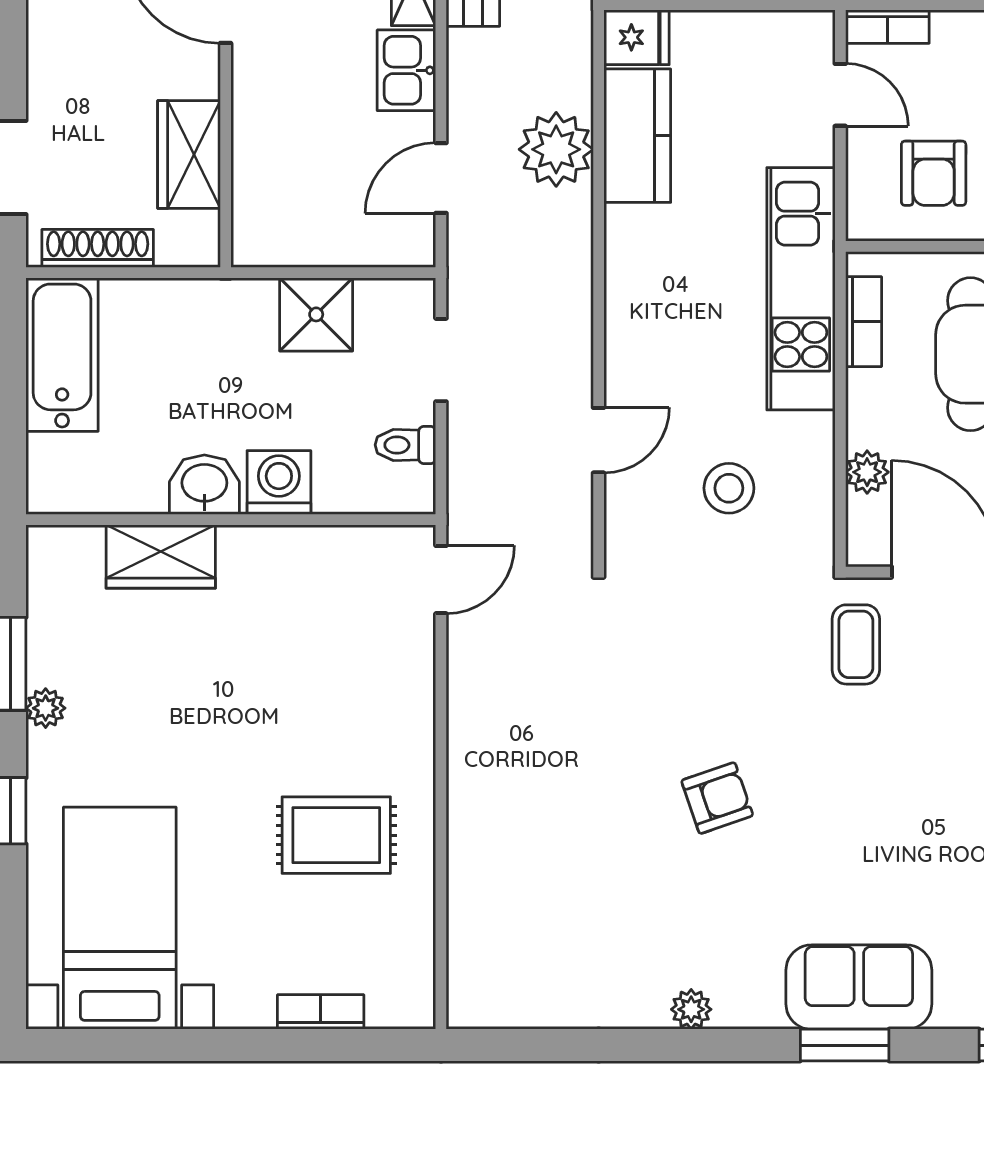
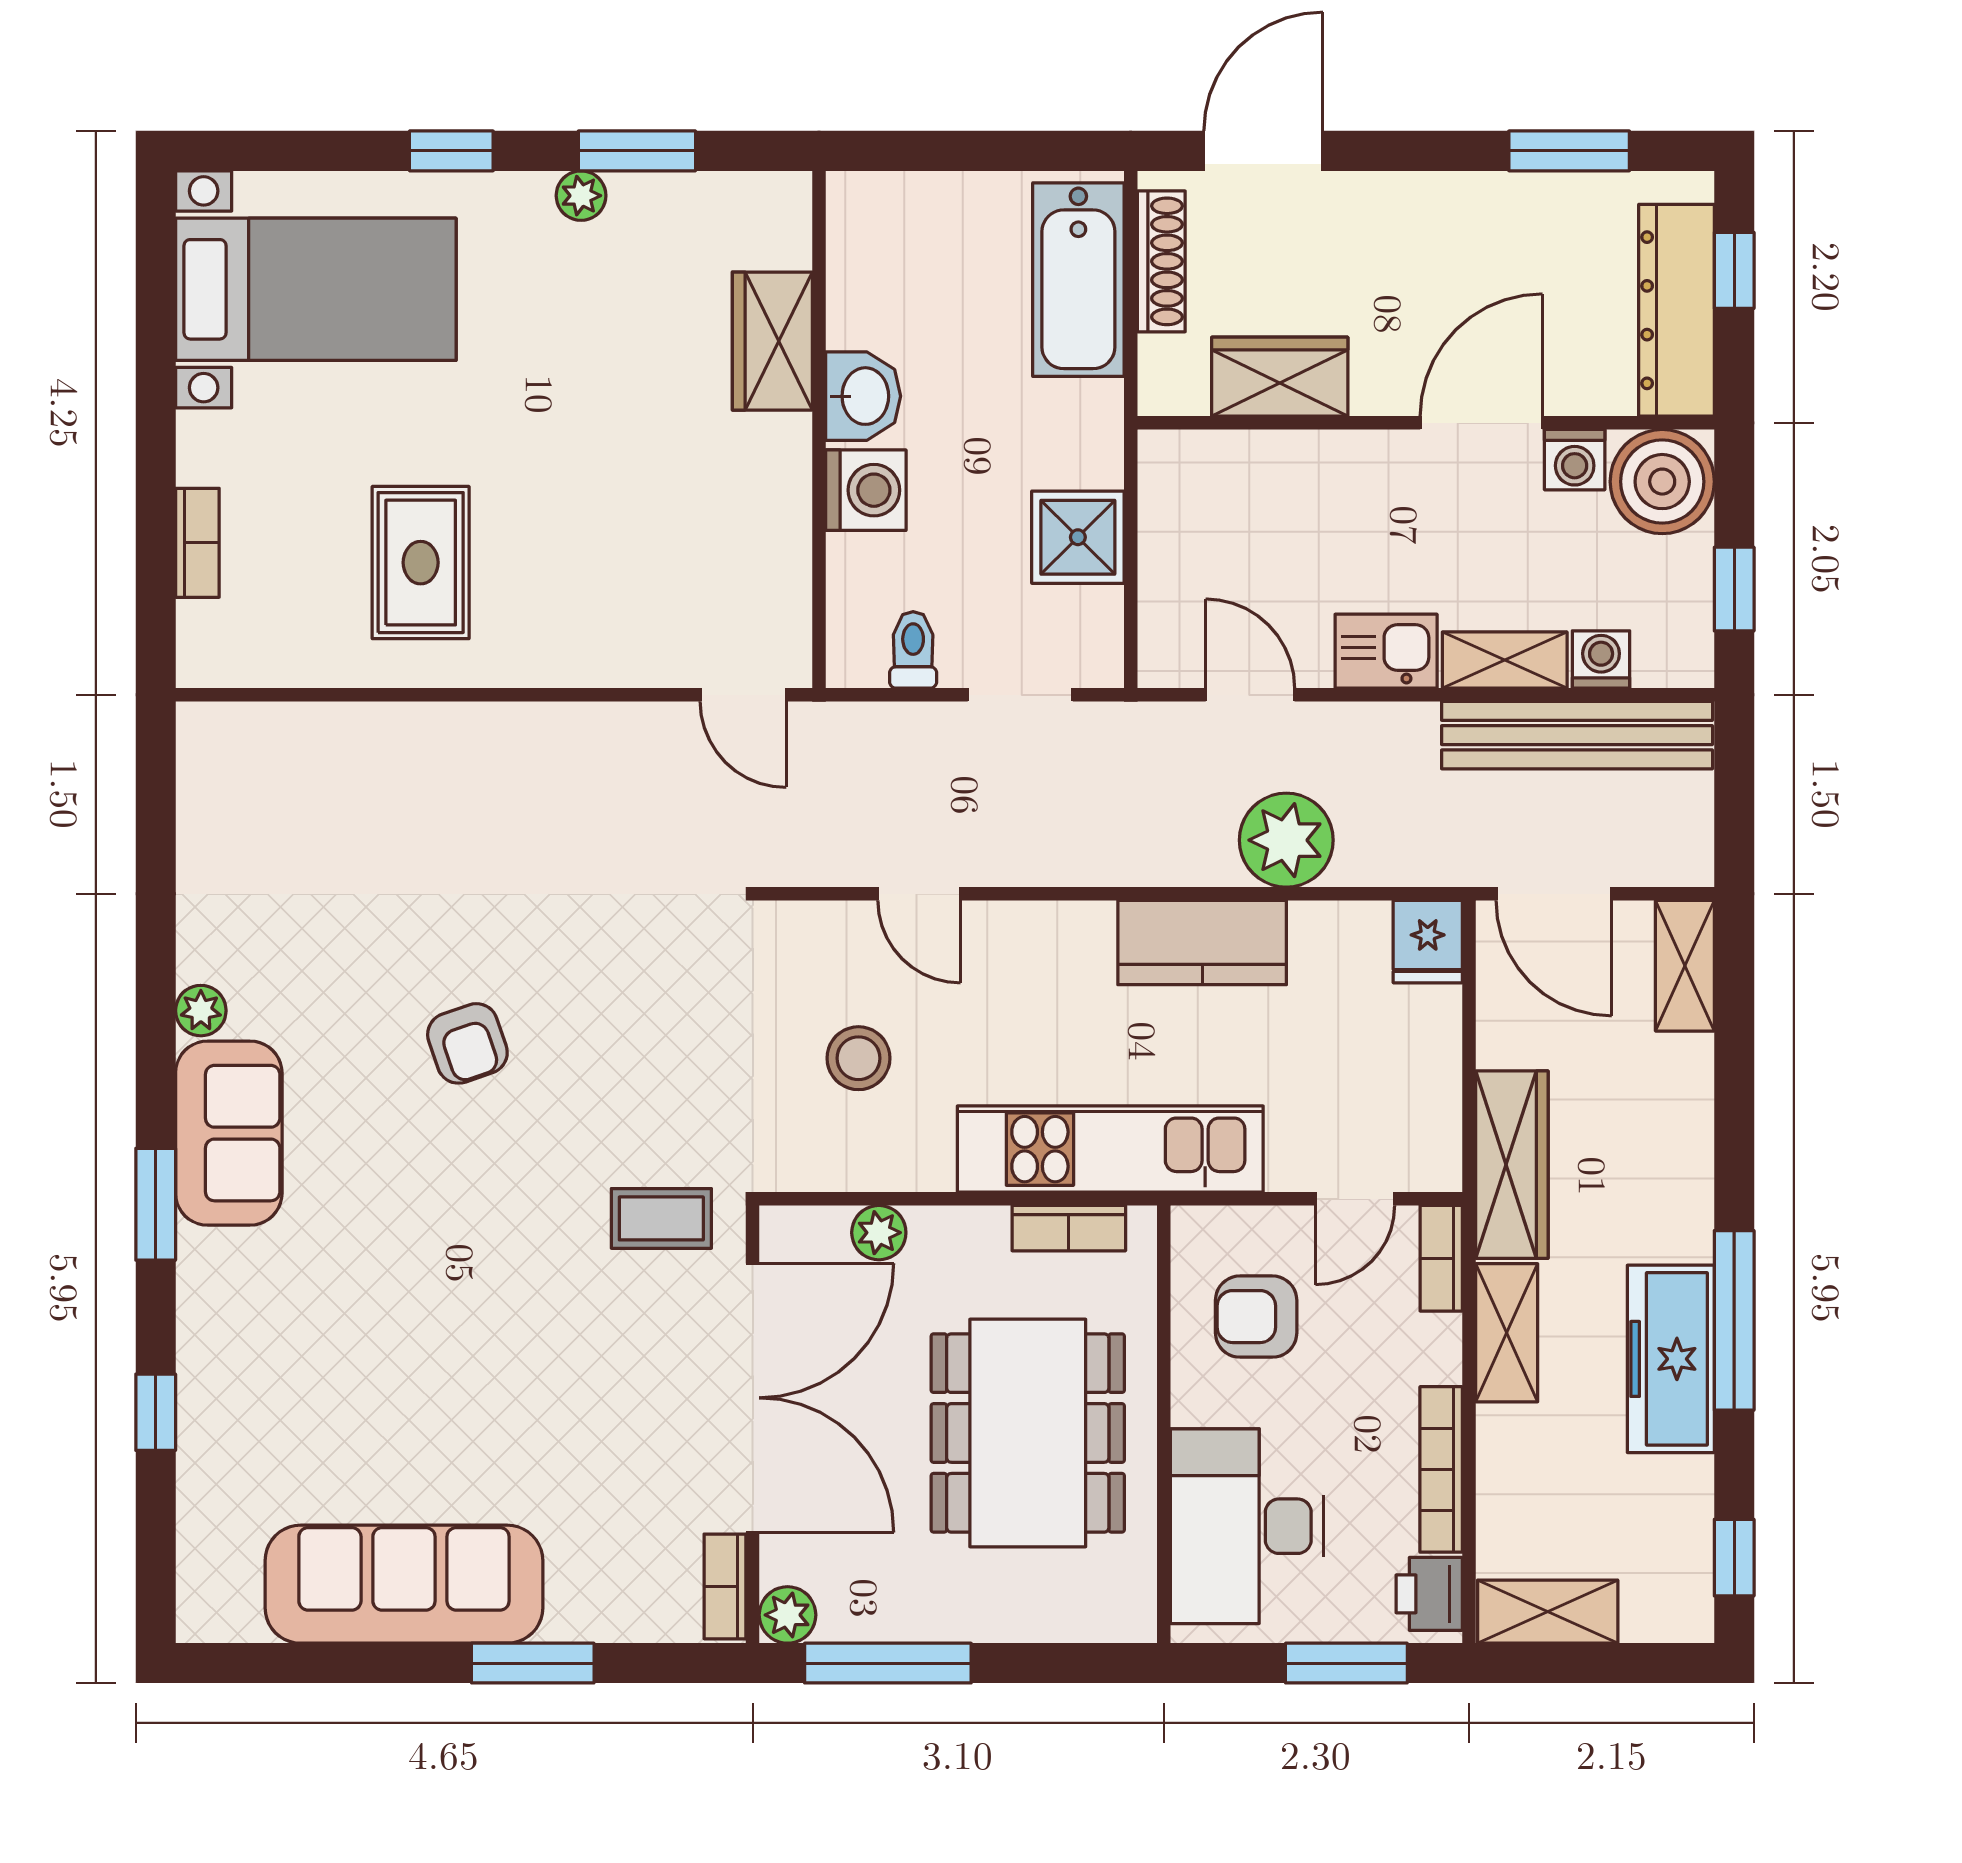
kitchen counter: (637, 136) -> (1202, 943), moved
bathtub: (62, 355) -> (1078, 280), moved, turned 90
sofa: (859, 987) -> (229, 1133), moved

